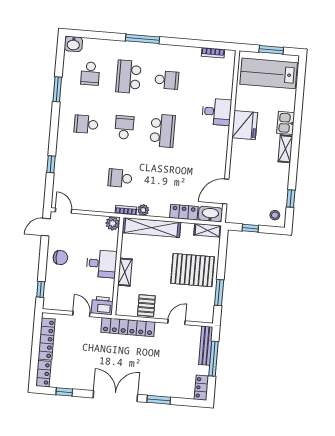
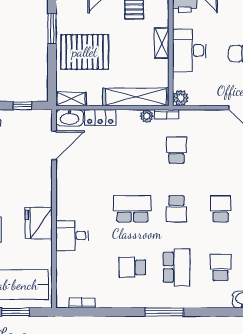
school desk: (86, 124) -> (221, 209), turned -90
school desk: (163, 131) -> (132, 209), turned 90
school desk: (120, 178) -> (176, 150), turned -90
desk: (102, 264) -> (189, 51), width x1.37

